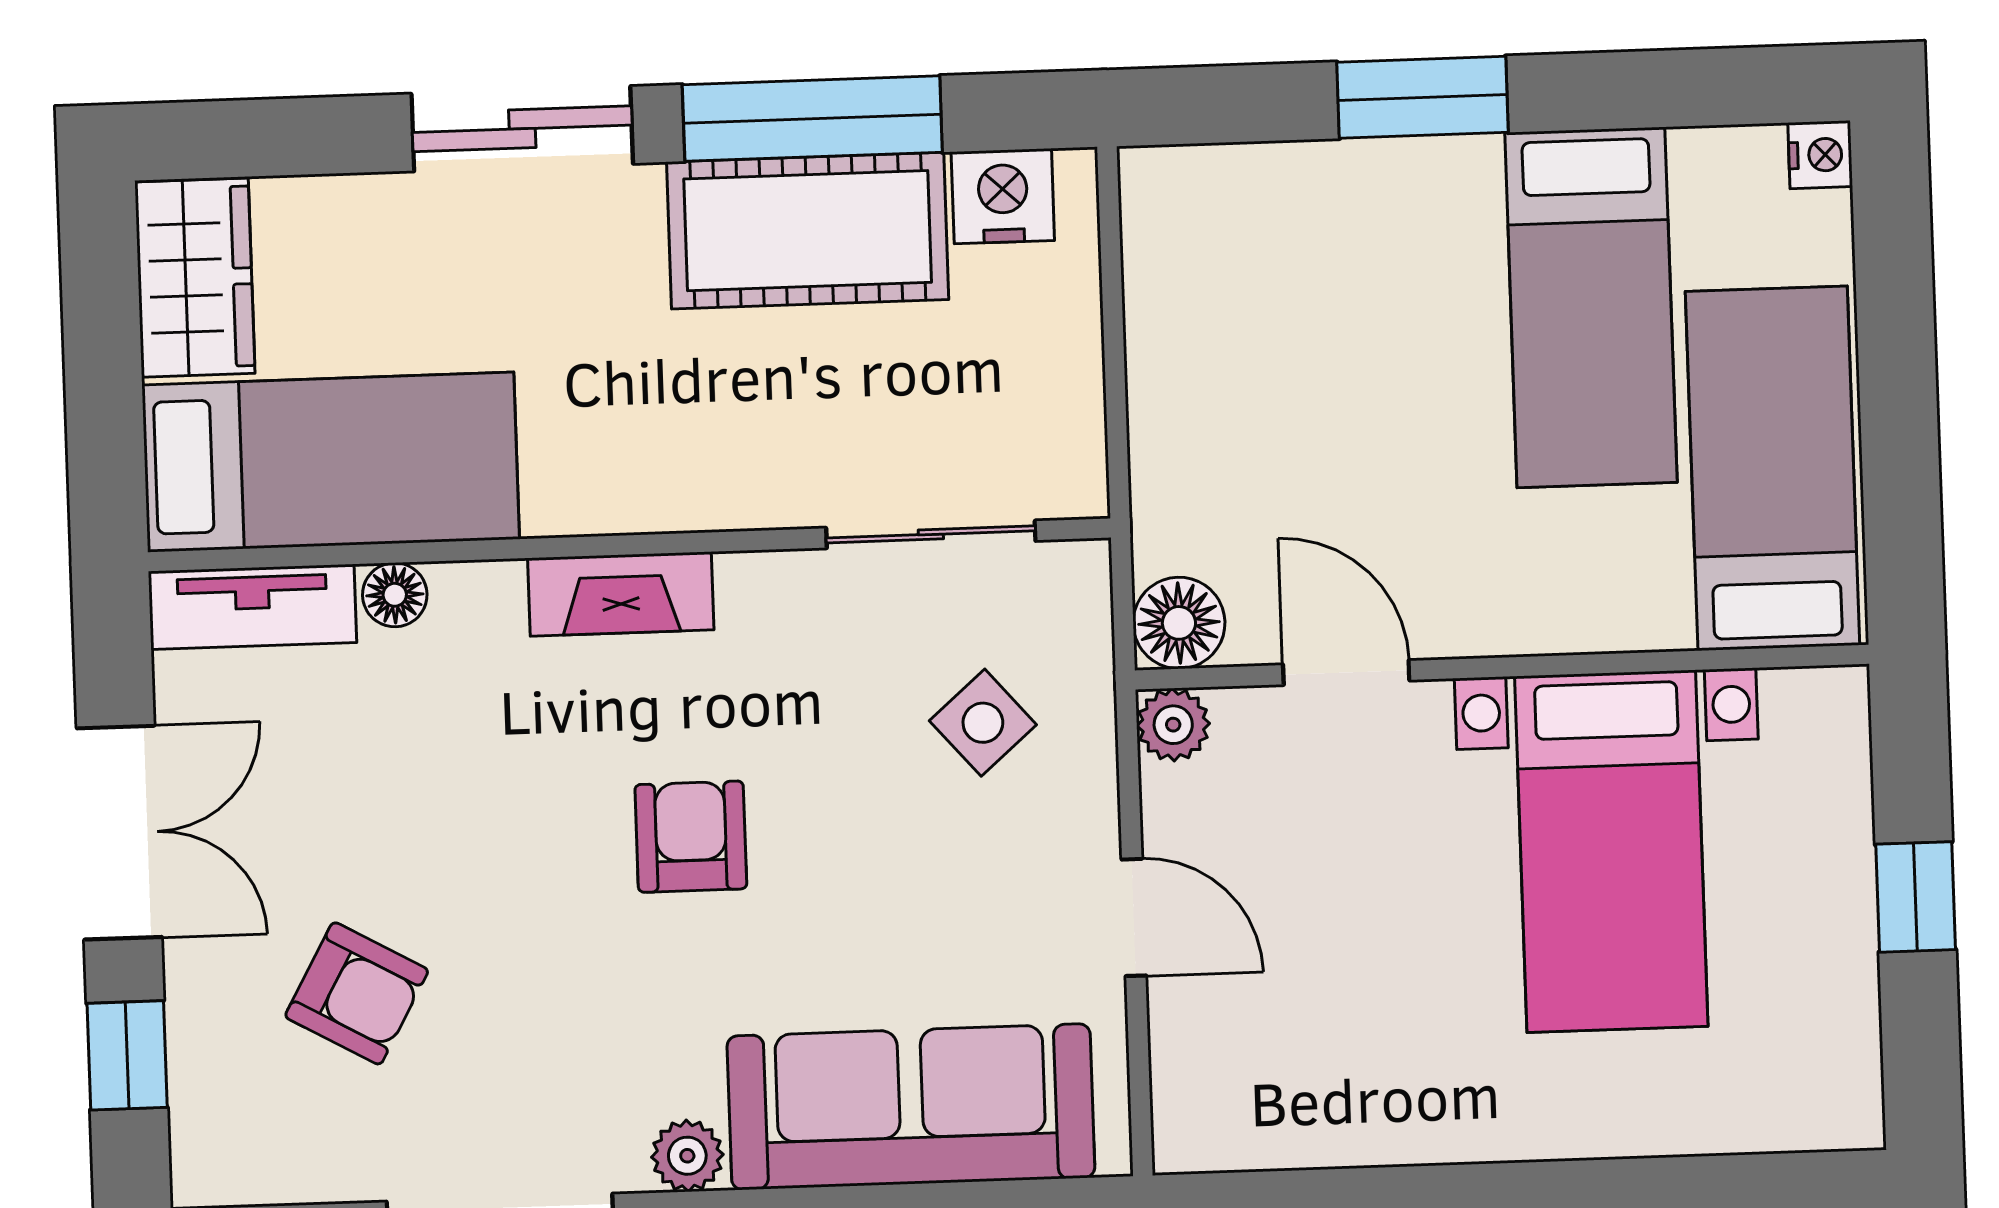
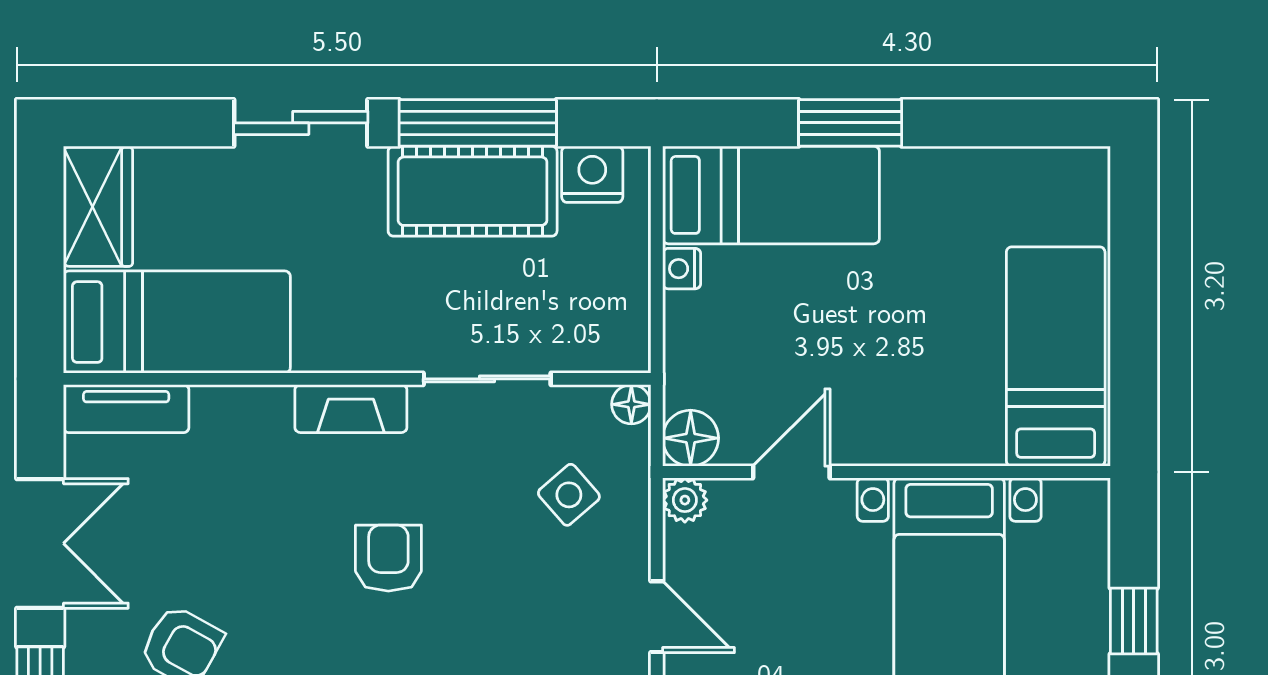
nightstand: (1820, 155) -> (682, 269), moved, turned 180
bed: (1591, 307) -> (771, 195), moved, turned -90
sliding door: (931, 534) -> (487, 379), moved
floor lamp: (395, 595) -> (631, 404), moved
door: (1346, 673) -> (791, 472), hinge flipped

